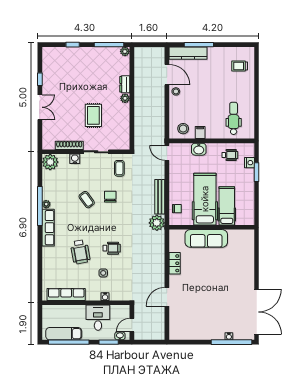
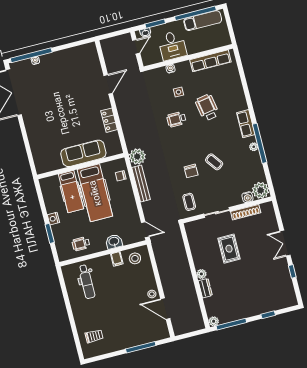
kitchen counter: (188, 53) -> (150, 336), removed
water cooler: (75, 159) -> (247, 197), moved
nightstand: (250, 163) -> (53, 219), moved
row of seats: (48, 228) -> (246, 124), width x0.68

